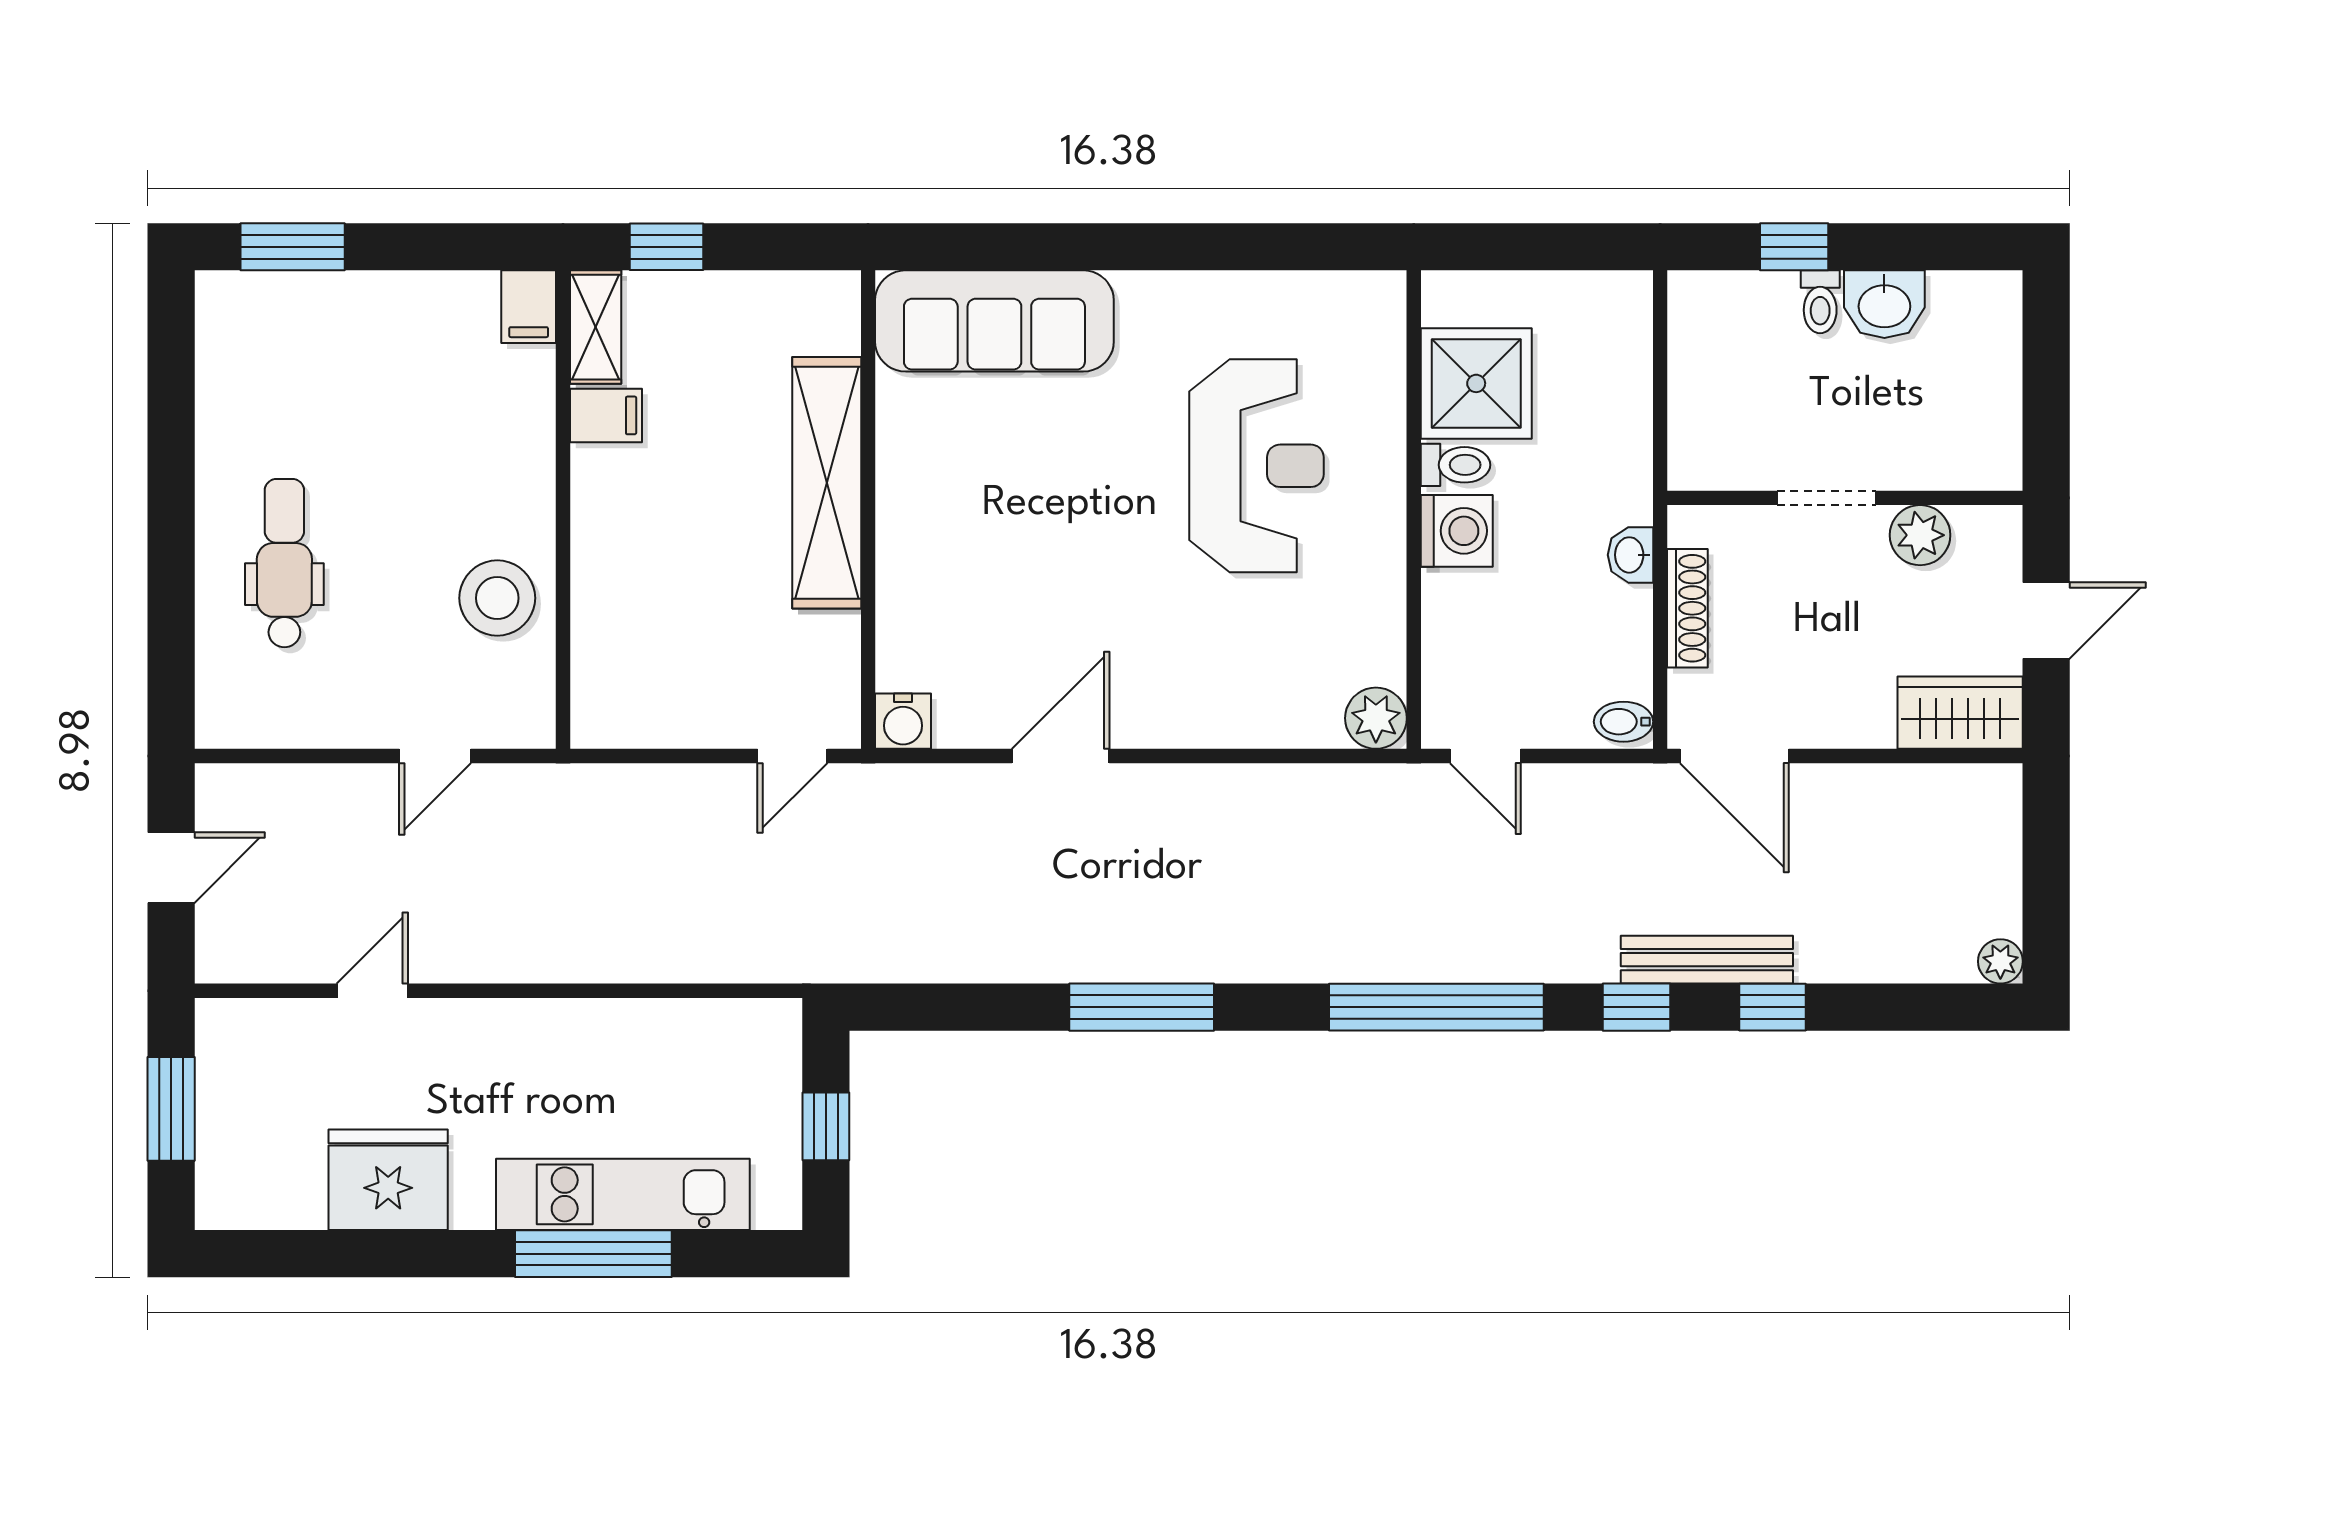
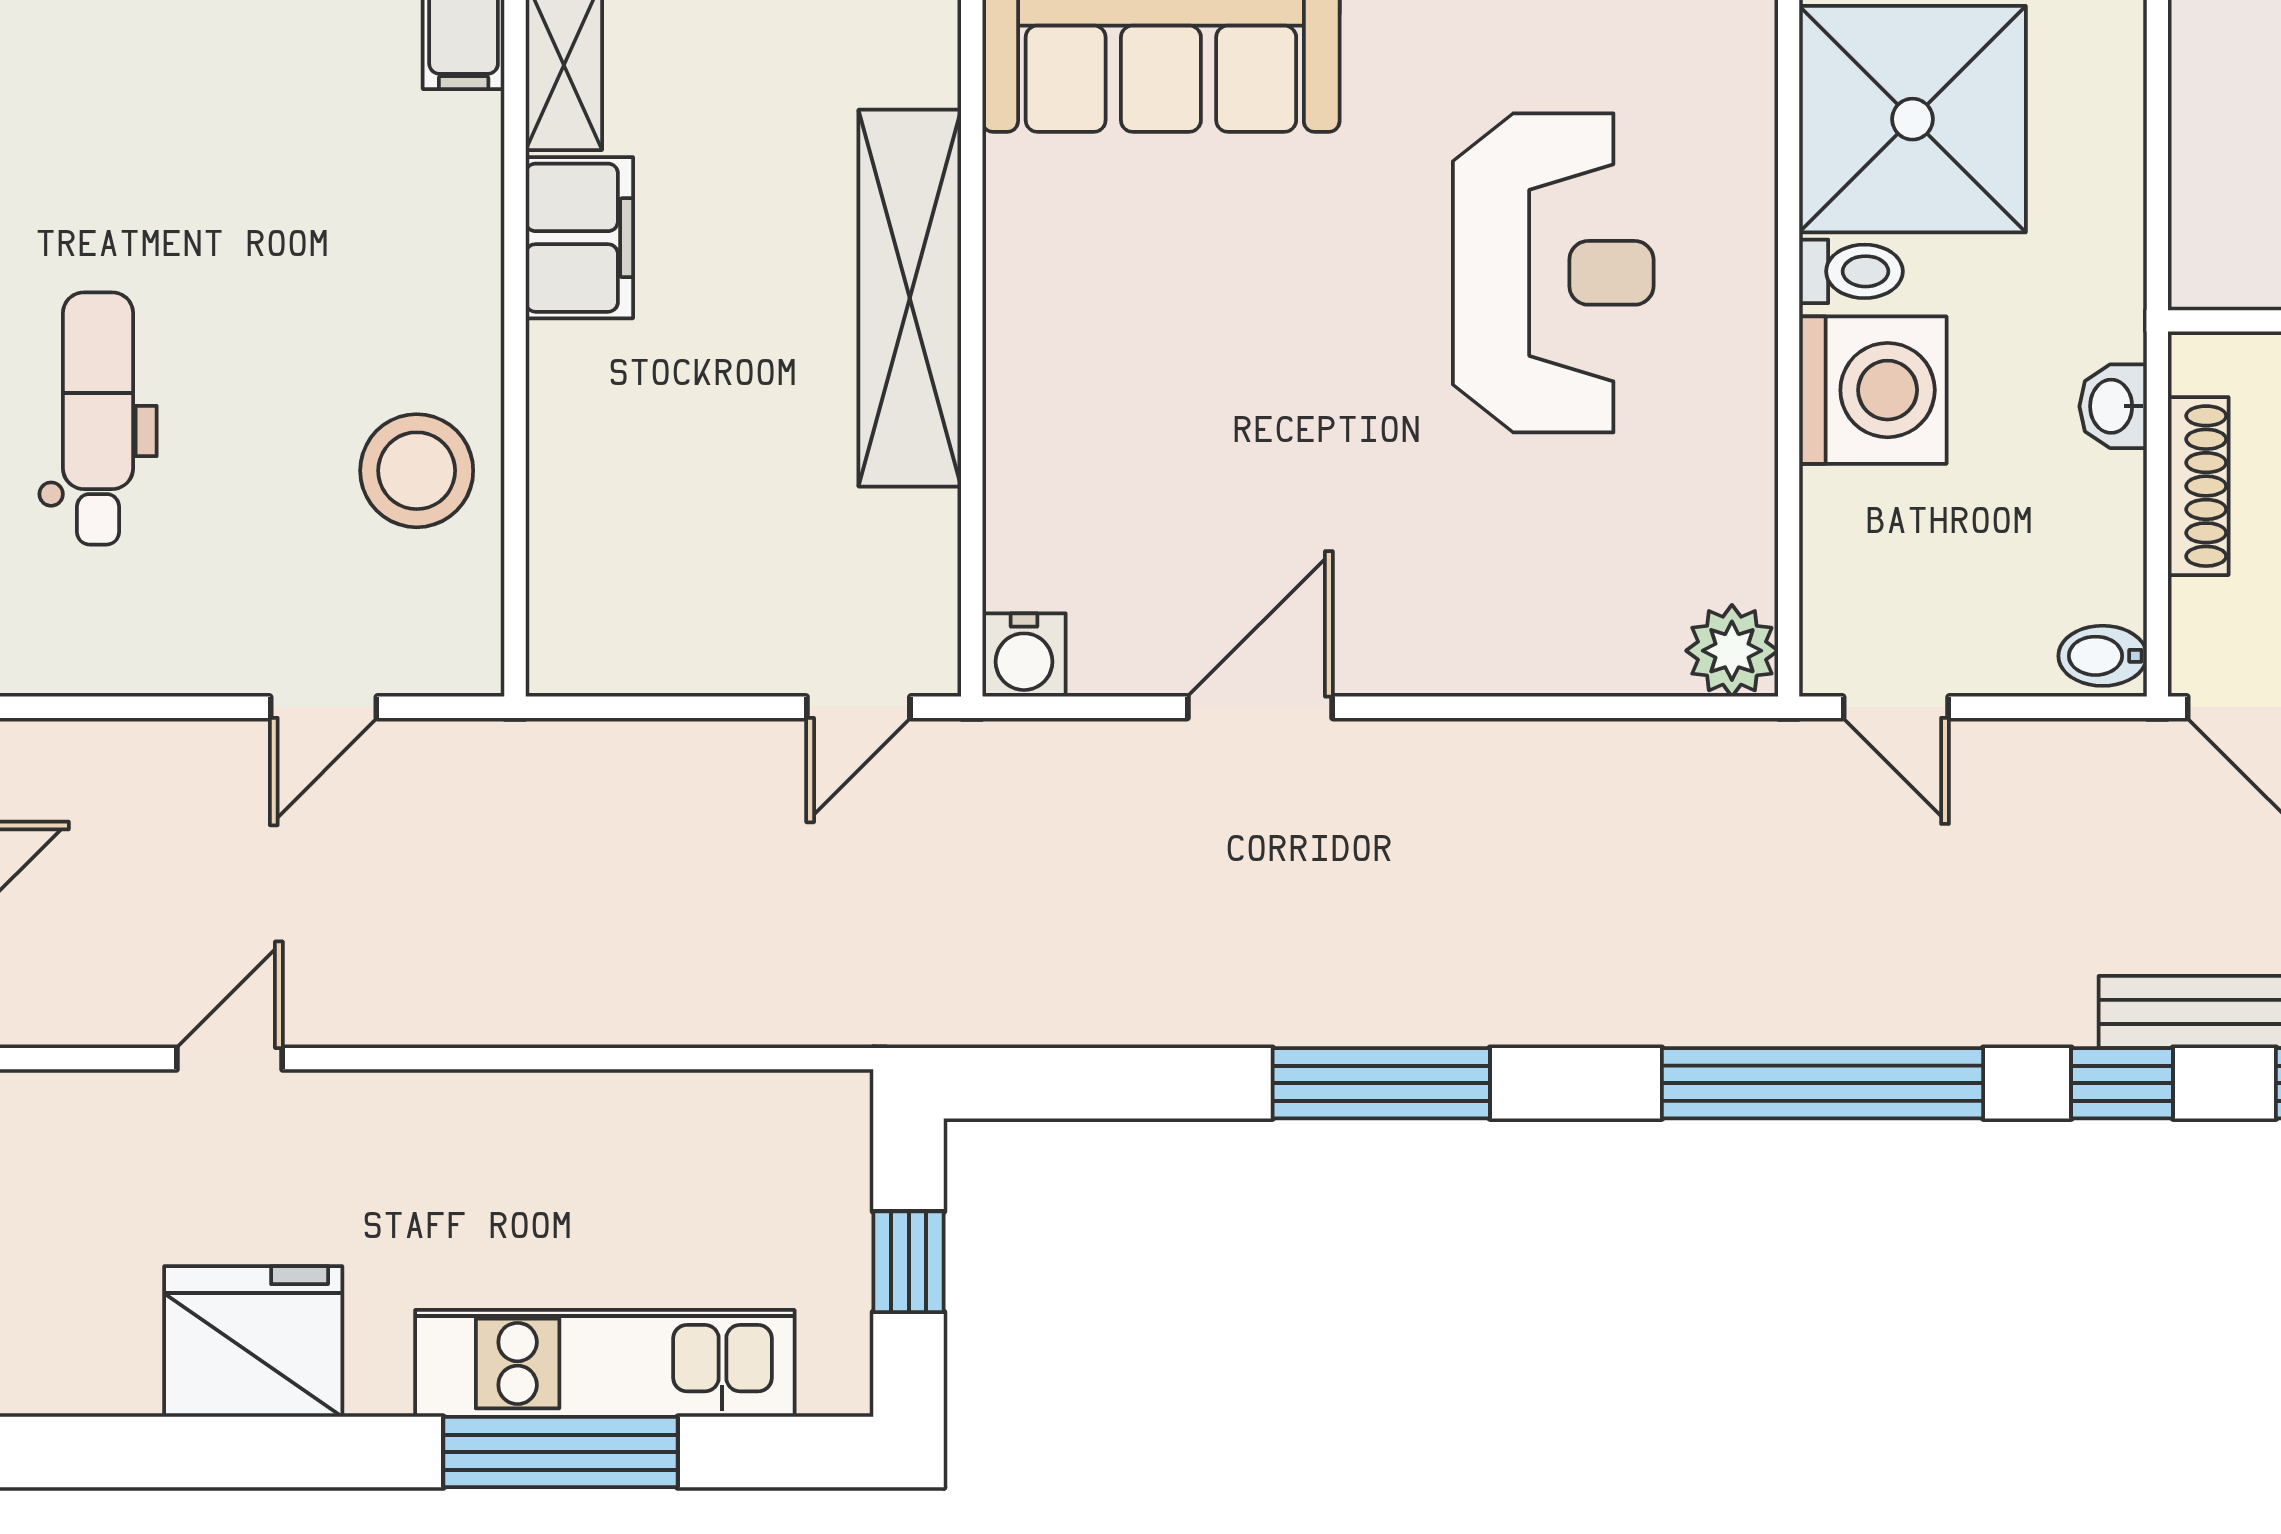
shower: (1476, 383) -> (1912, 119), width x1.37, depth x1.37
filing cabinet: (606, 415) -> (579, 238), width x2.00
washing machine: (1457, 531) -> (1873, 390), width x1.37, depth x1.37

